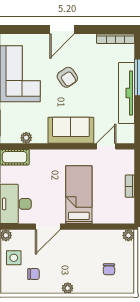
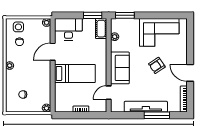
door: (62, 30) -> (190, 73), moved
door: (106, 146) -> (109, 93), swing flipped
door: (48, 227) -> (53, 52), hinge flipped
side table: (14, 258) -> (18, 27), moved

